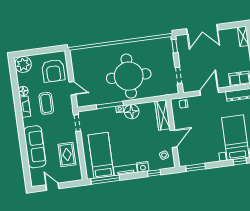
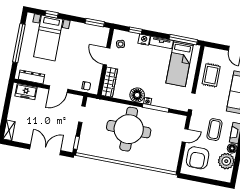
plant: (23, 64) -> (226, 161), moved
armchair: (53, 71) -> (198, 158), turned 180
door: (72, 88) -> (185, 135), swing flipped
door: (173, 139) -> (107, 56), hinge flipped

